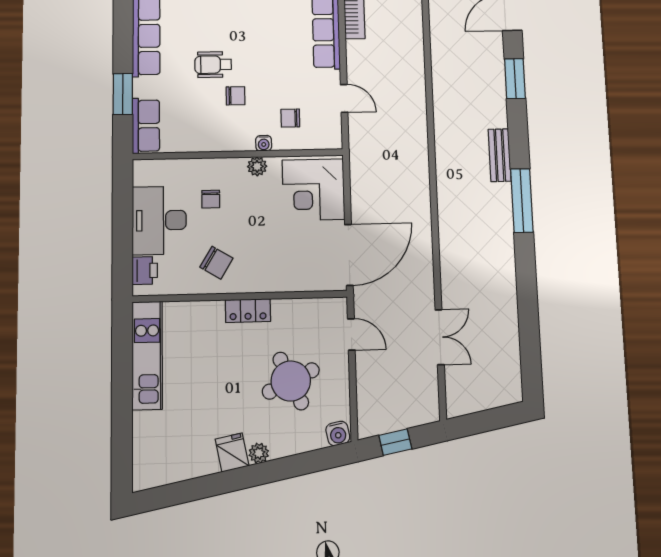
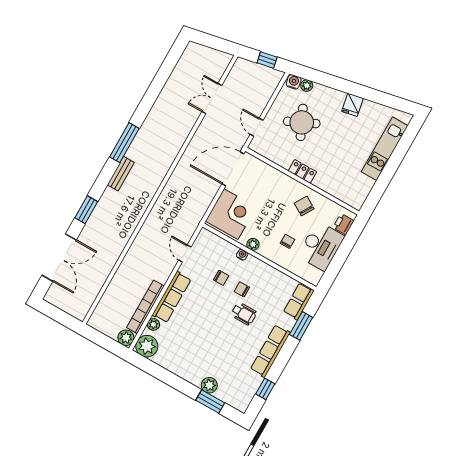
chair: (290, 118) -> (221, 278), moved
kitchen unit: (147, 355) -> (385, 149), moved
plant: (259, 453) -> (307, 86), moved

